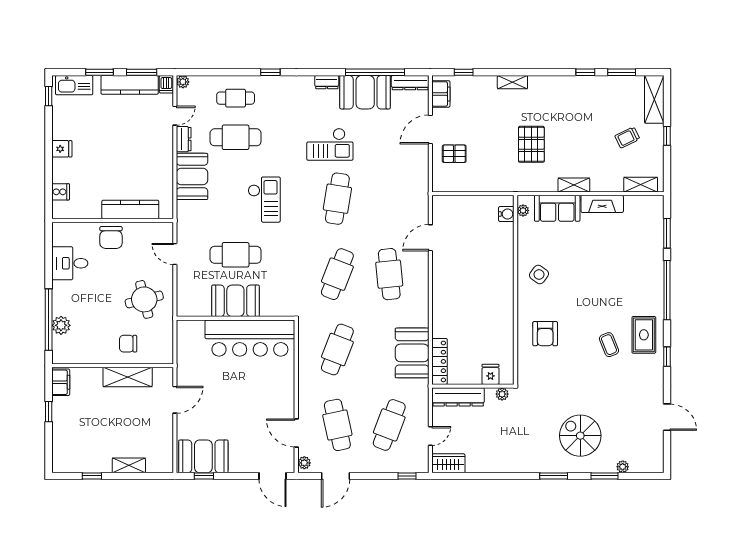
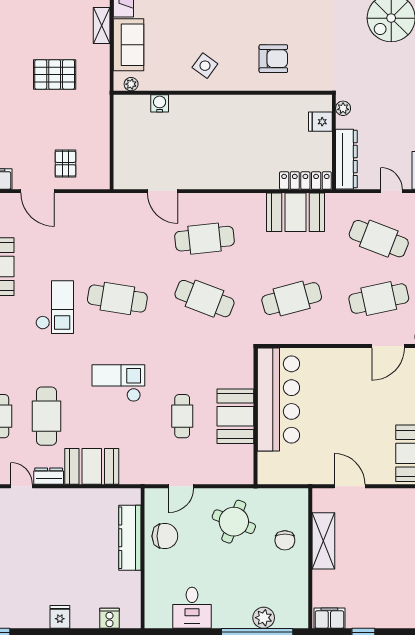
water cooler: (506, 214) -> (160, 103), moved
chair: (111, 237) -> (165, 536), moved
cafe table: (236, 255) -> (182, 416), width x0.73, depth x0.74
round table: (144, 299) -> (234, 522), turned 35
cafe table: (337, 350) -> (292, 299), turned -36

